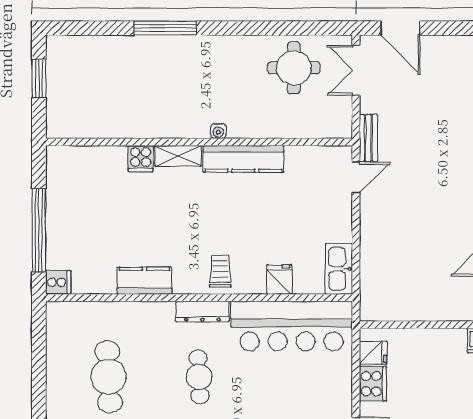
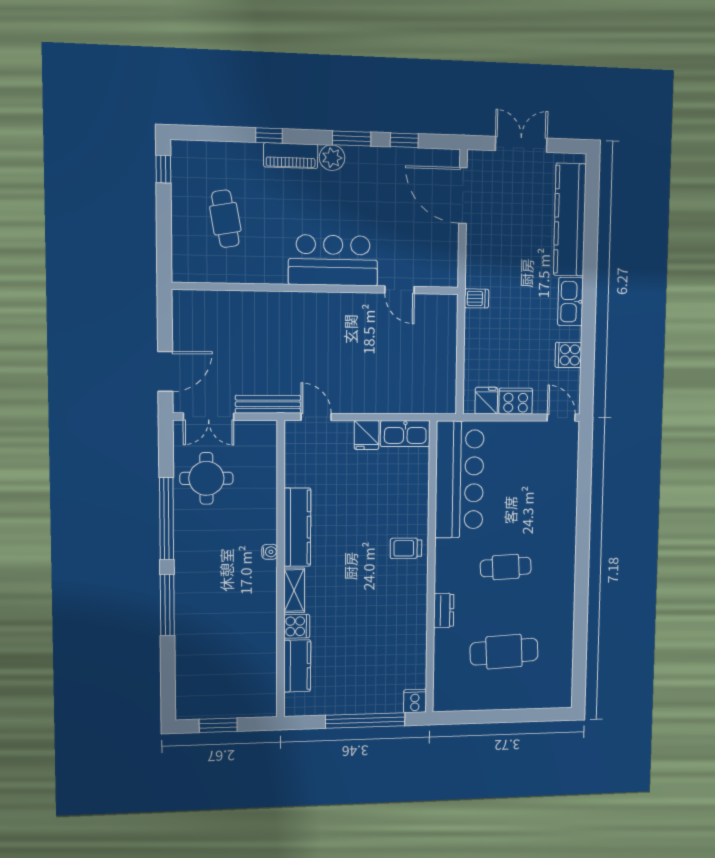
window: (253, 28) -> (167, 519), added
bench: (368, 138) -> (268, 404), width x1.36
fridge: (279, 279) -> (367, 435), moved, turned -90
kitchen counter: (144, 281) -> (297, 666), moved, turned 180
dresser: (202, 312) -> (444, 611), moved, width x0.70

